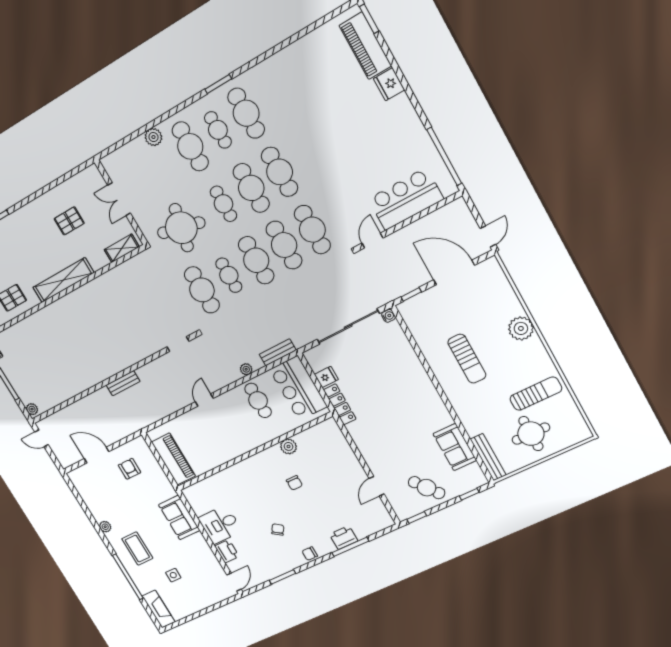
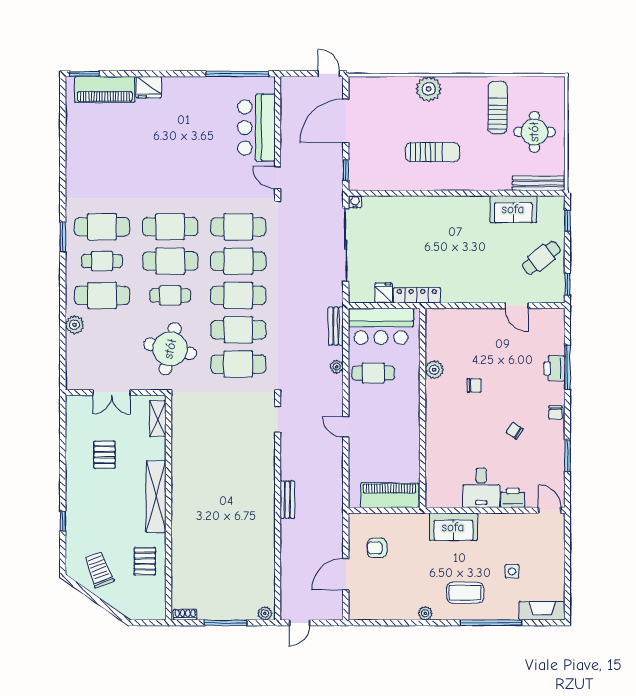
cafe table: (229, 275) -> (238, 330), width x1.37, depth x1.35

